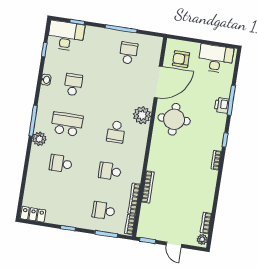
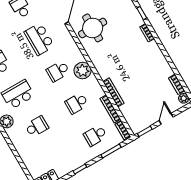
school desk: (122, 92) -> (39, 39), added
plant: (142, 115) -> (83, 70), moved
school desk: (116, 132) -> (58, 71), turned 90
school desk: (61, 164) -> (37, 127), turned 180
door: (174, 245) -> (166, 119), swing flipped

